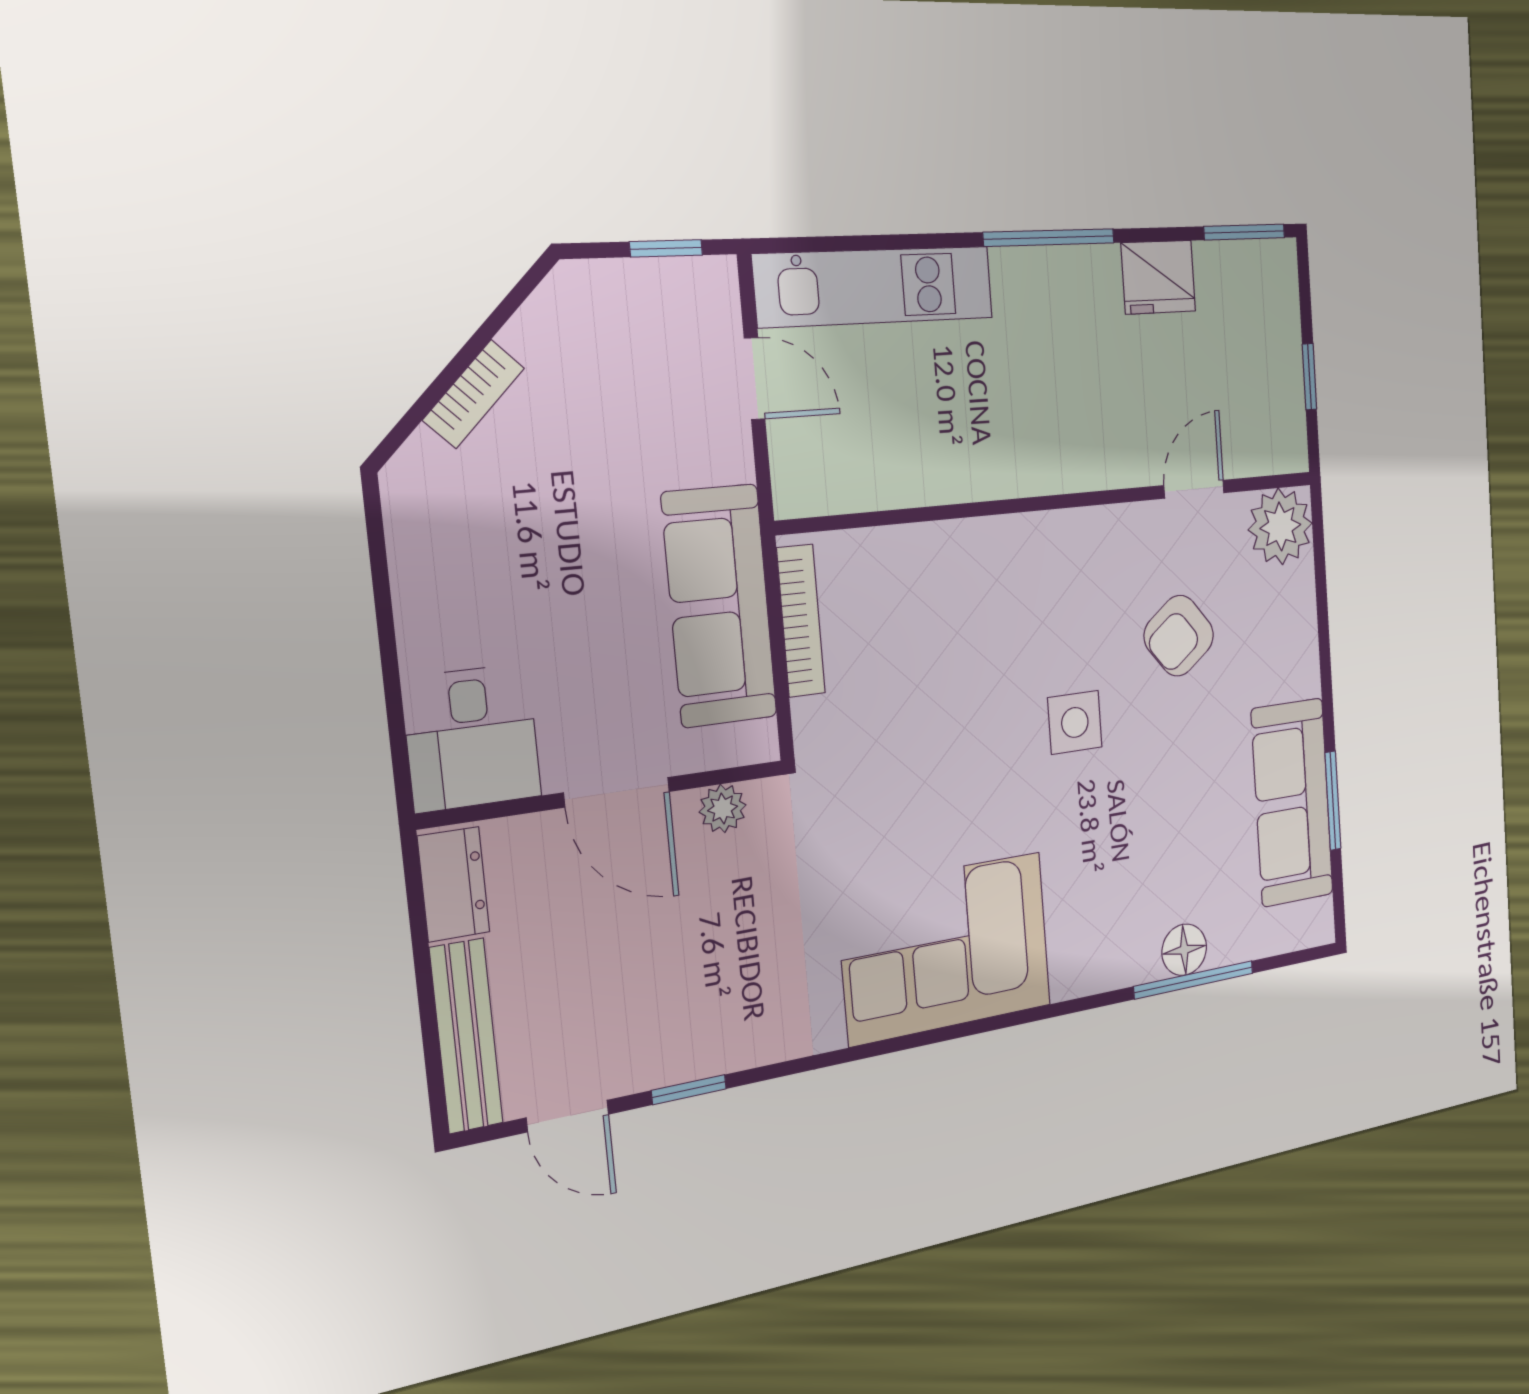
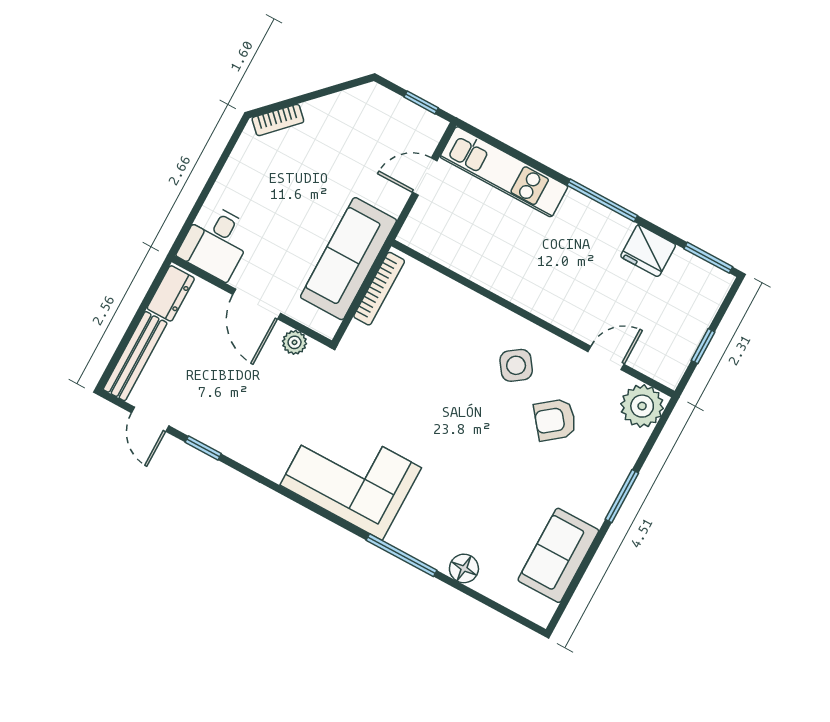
door: (755, 379) -> (425, 177), swing flipped
bookcase: (474, 394) -> (278, 120), moved
side table: (1075, 722) -> (516, 365), moved, turned -35
window: (1333, 801) -> (622, 496), moved
sofa: (1292, 802) -> (558, 555), width x0.73
window: (1194, 980) -> (401, 555), moved

